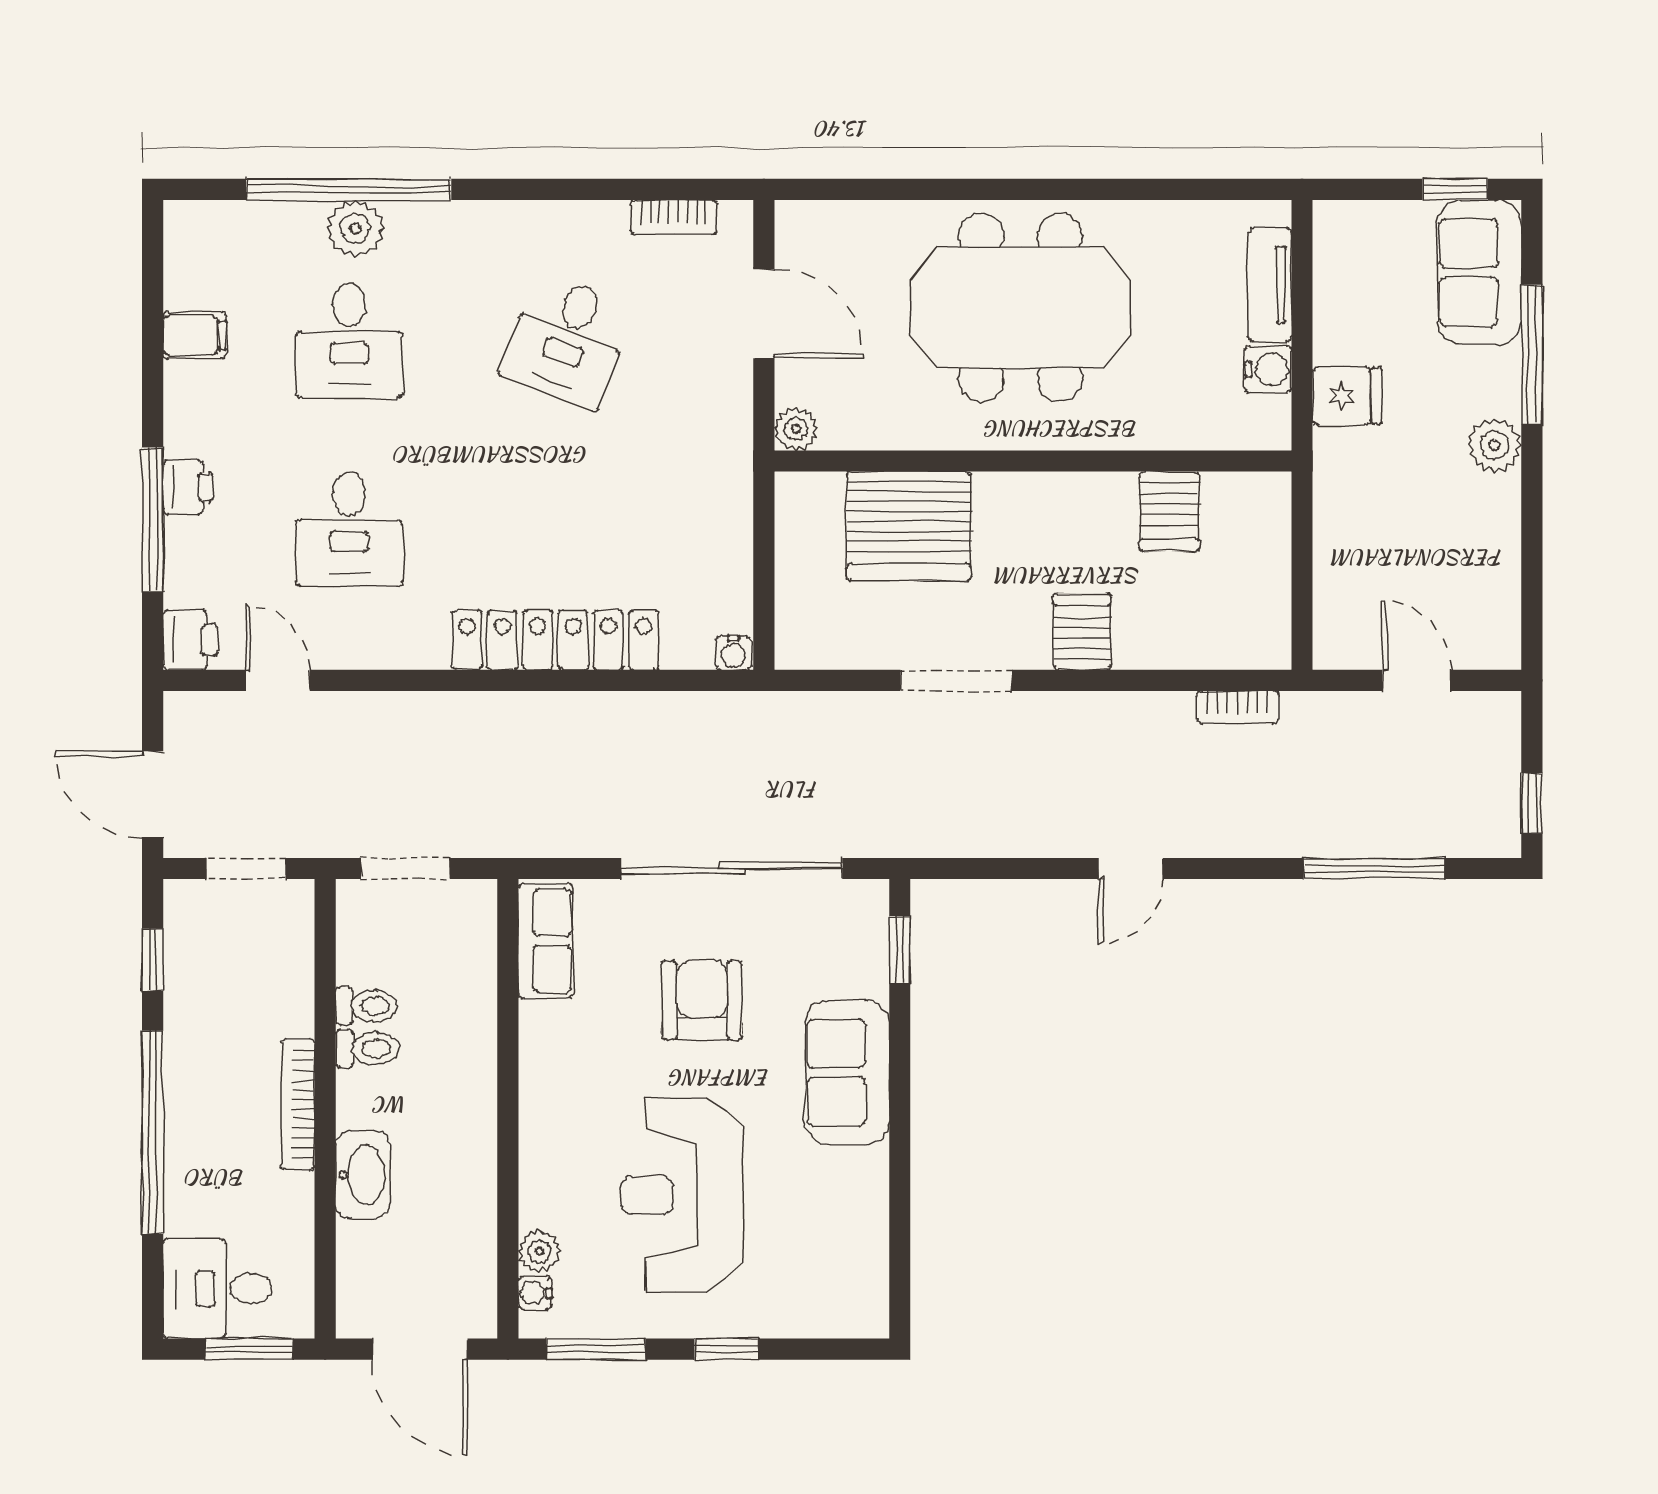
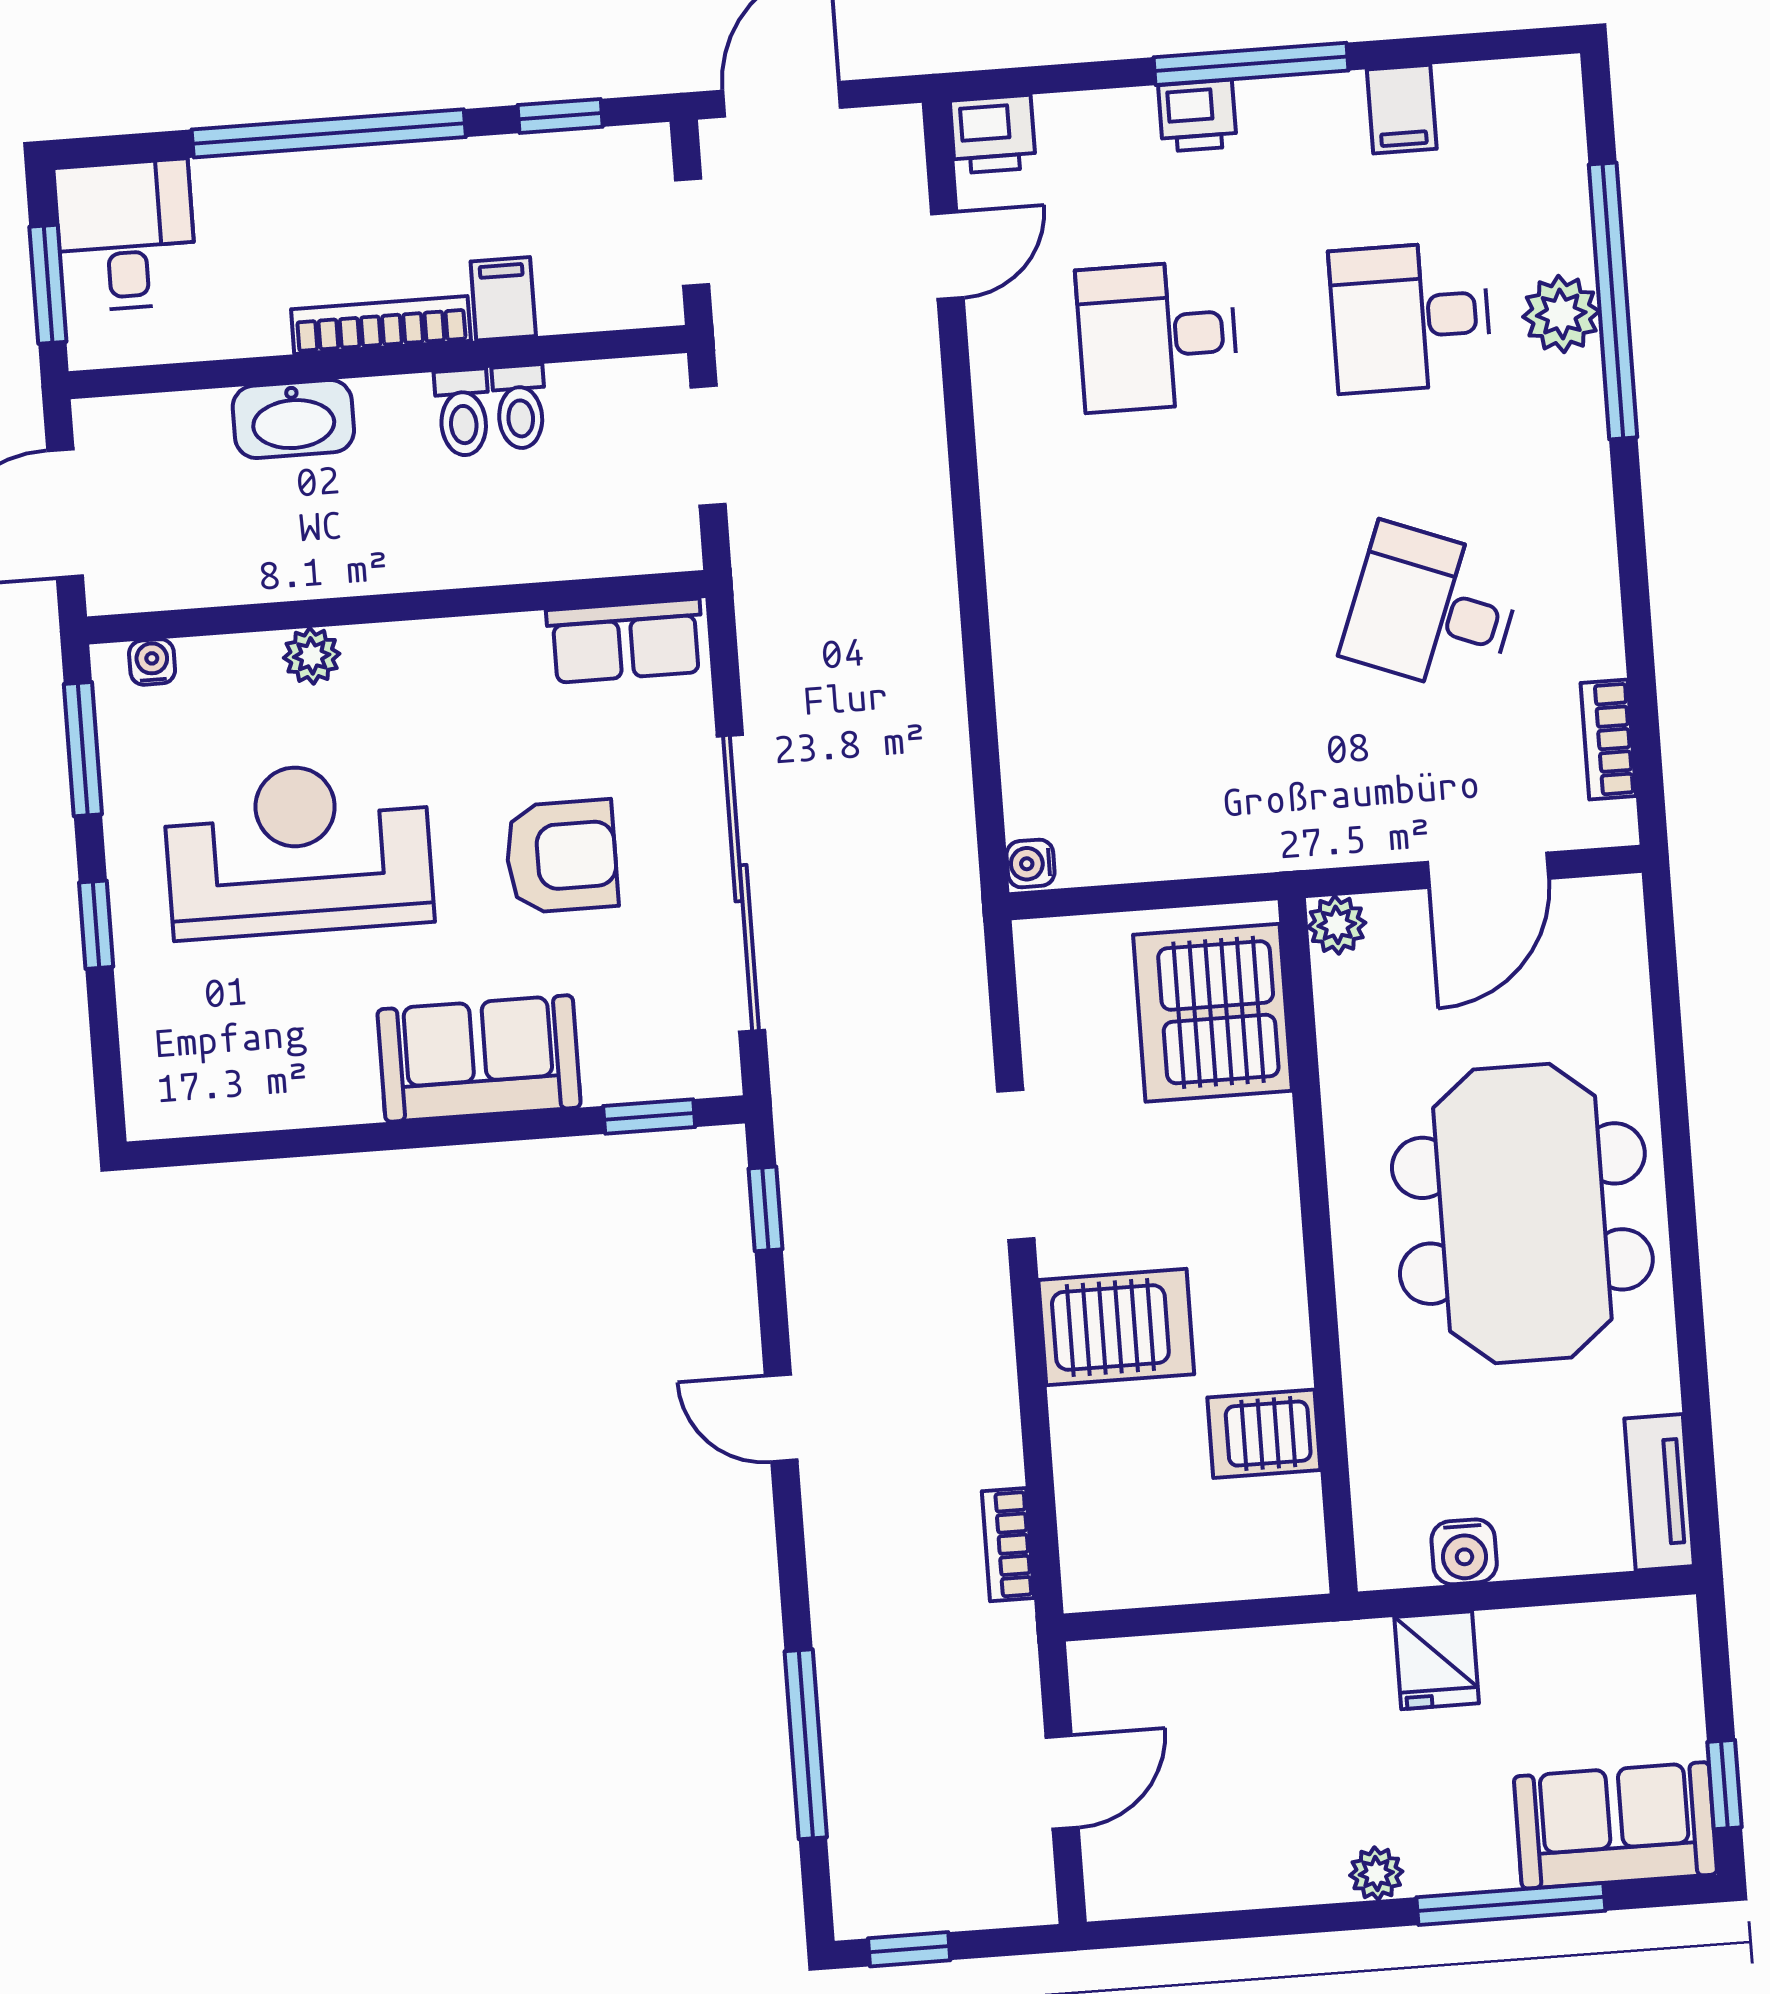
tv unit: (1270, 285) -> (1659, 1492), moved, turned -90
plant: (1494, 445) -> (1376, 1873), width x0.73, depth x0.73
window: (153, 519) -> (1251, 64), moved
server rack: (909, 526) -> (1213, 1013), moved
server rack: (1082, 632) -> (1116, 1327), width x1.36, depth x1.44
locker: (555, 640) -> (1030, 624), removed
window: (975, 869) -> (765, 1209), added
filing cabinet: (285, 1012) -> (503, 299), added
plant: (539, 1251) -> (312, 656), moved

